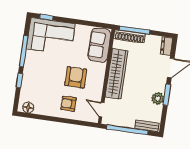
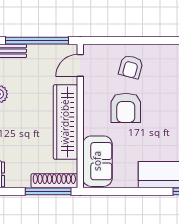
armchair: (68, 104) -> (131, 67), turned 105
door: (102, 109) -> (80, 65), swing flipped

